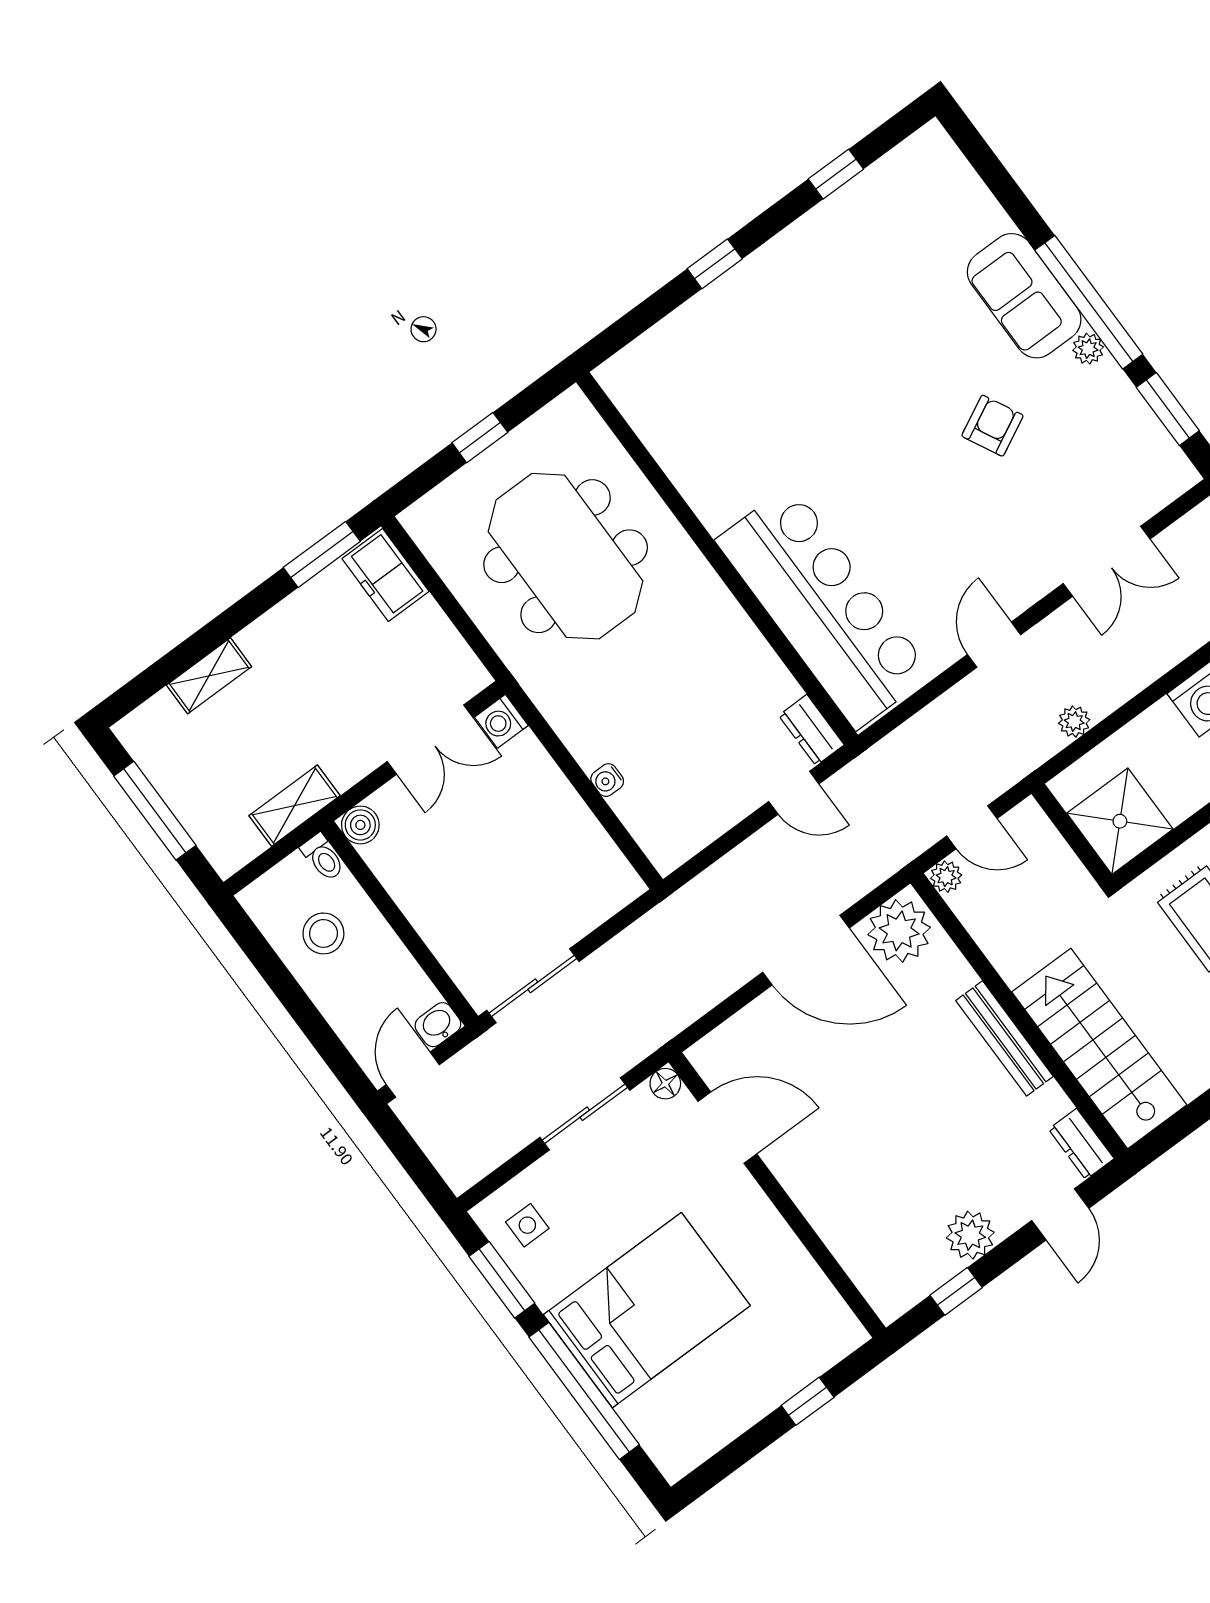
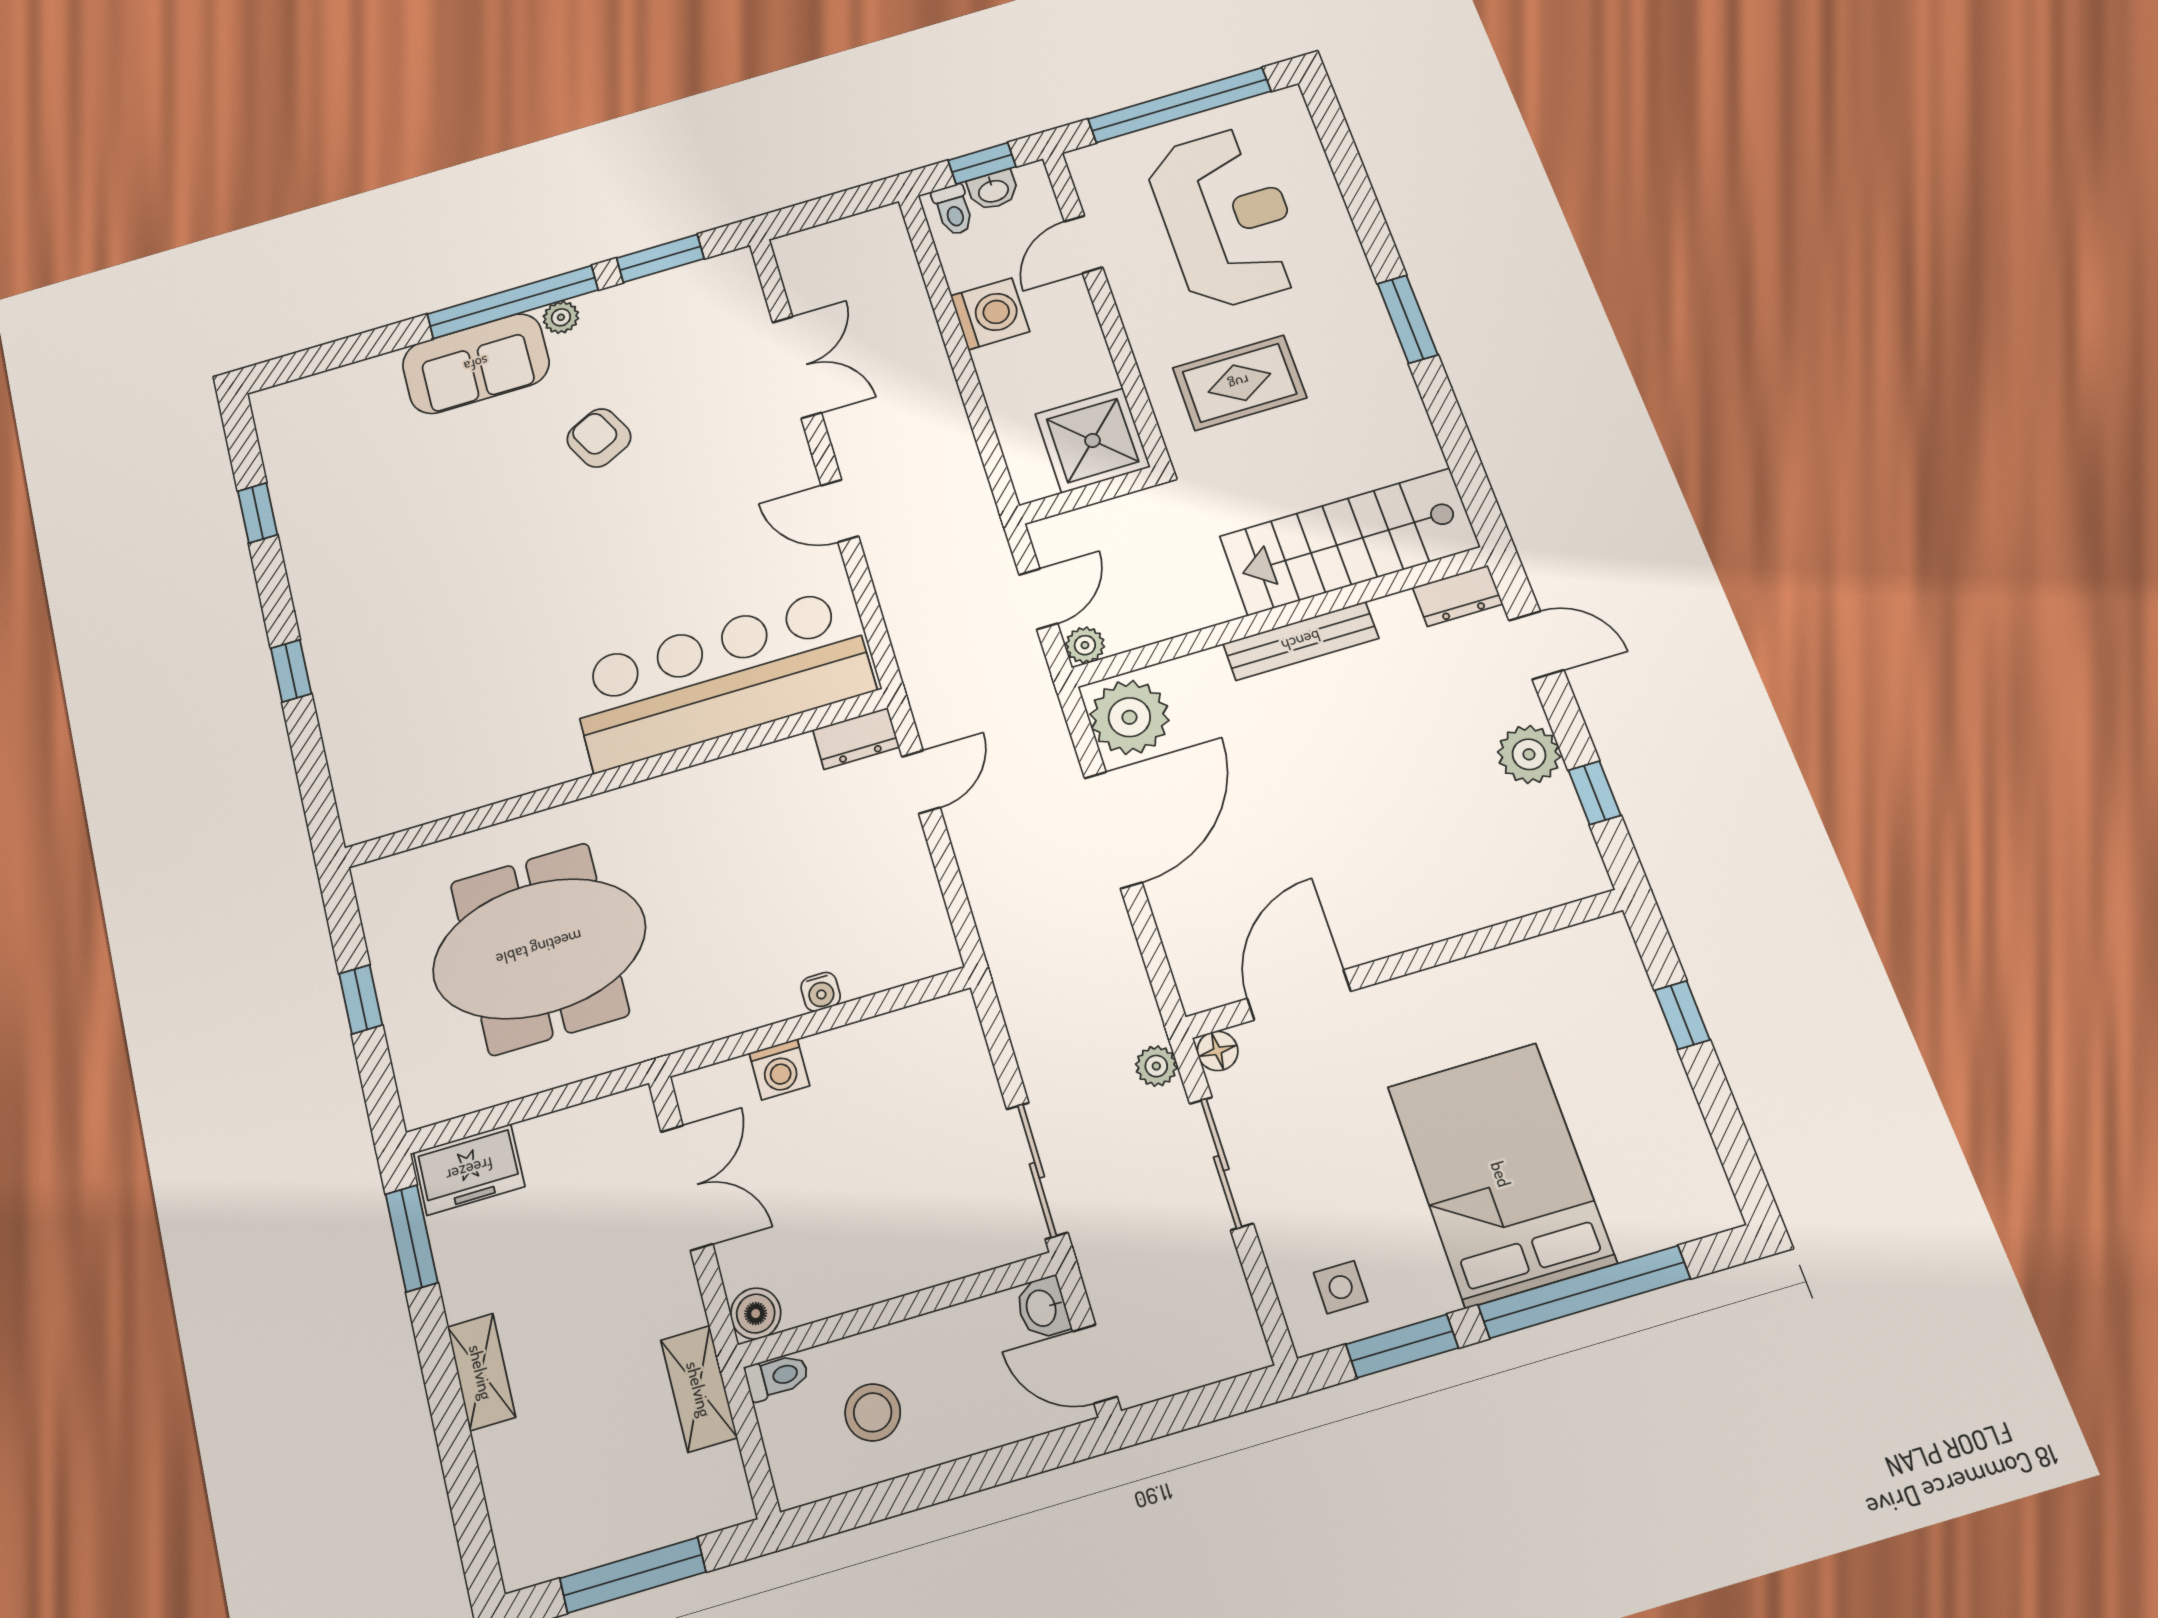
shelving: (209, 676) -> (481, 1372), moved
washing machine: (501, 721) -> (779, 1069), moved
plant: (1074, 722) -> (1156, 1066), moved

